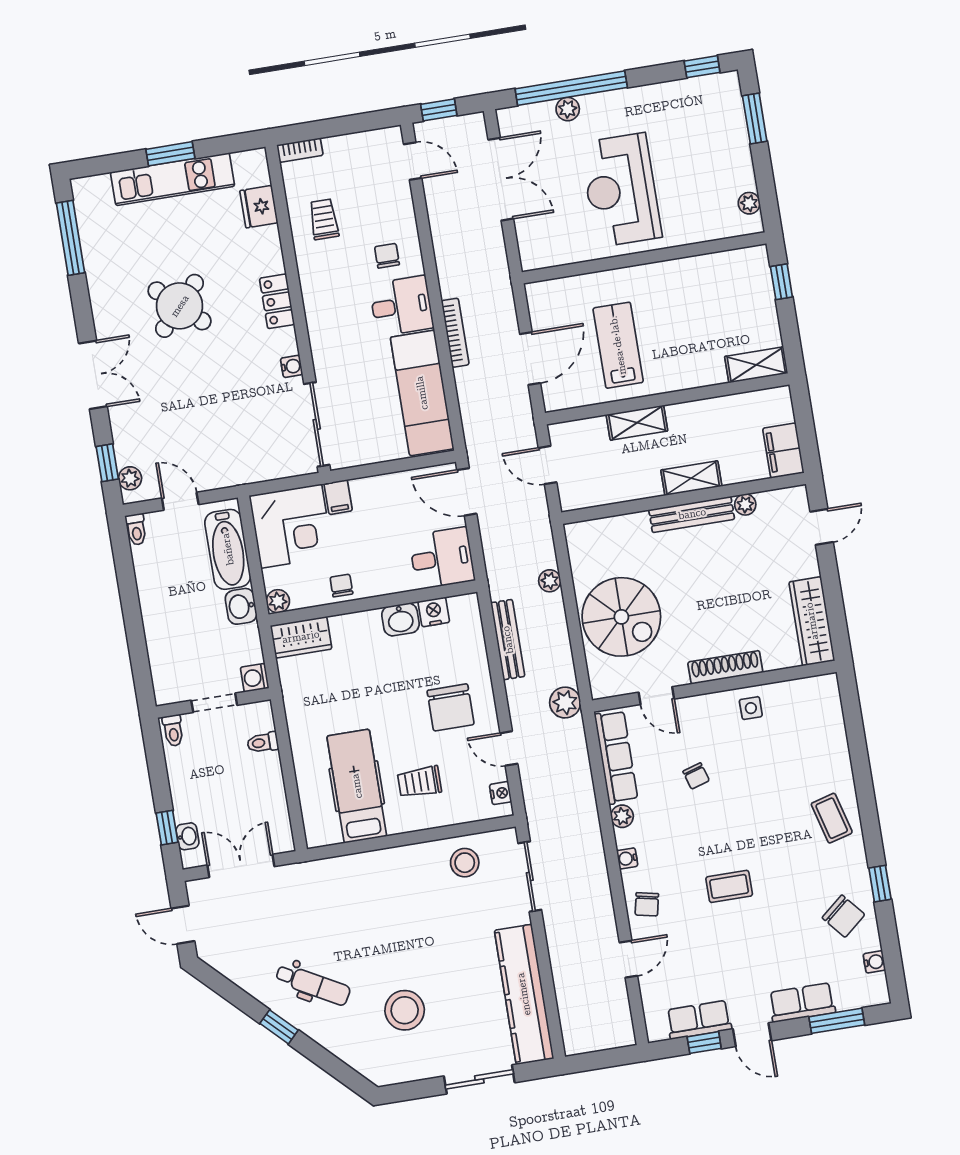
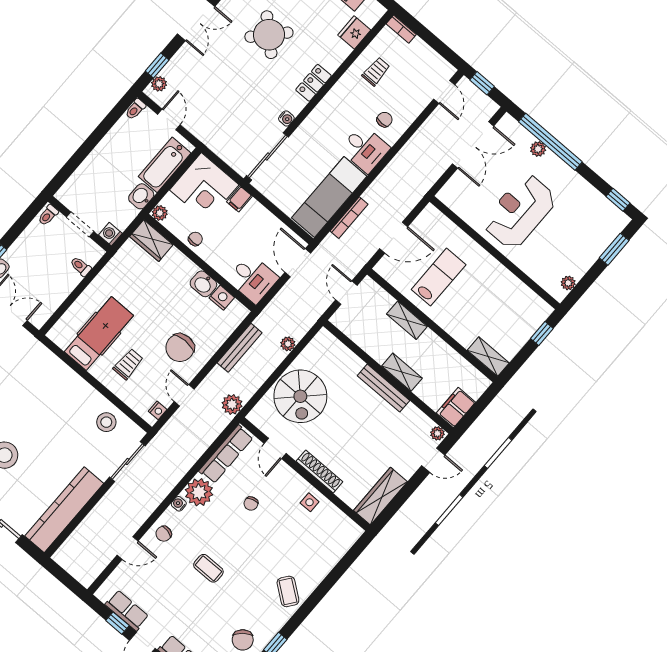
bookcase: (455, 333) -> (349, 218), moved
plant: (745, 505) -> (437, 433), moved
trolley: (420, 782) -> (128, 364), turned 90
plant: (622, 816) -> (199, 492), width x1.88, depth x1.88
coffee table: (832, 818) -> (288, 591), turned -38

